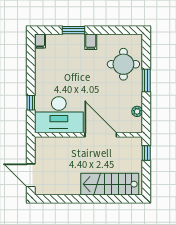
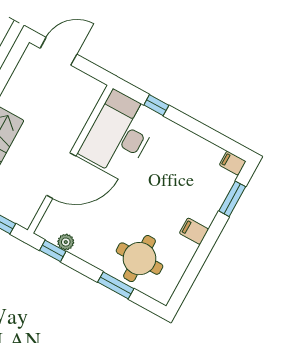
window: (73, 30) -> (232, 199), moved
window: (146, 81) -> (116, 285), moved
window: (146, 116) -> (53, 251), added

